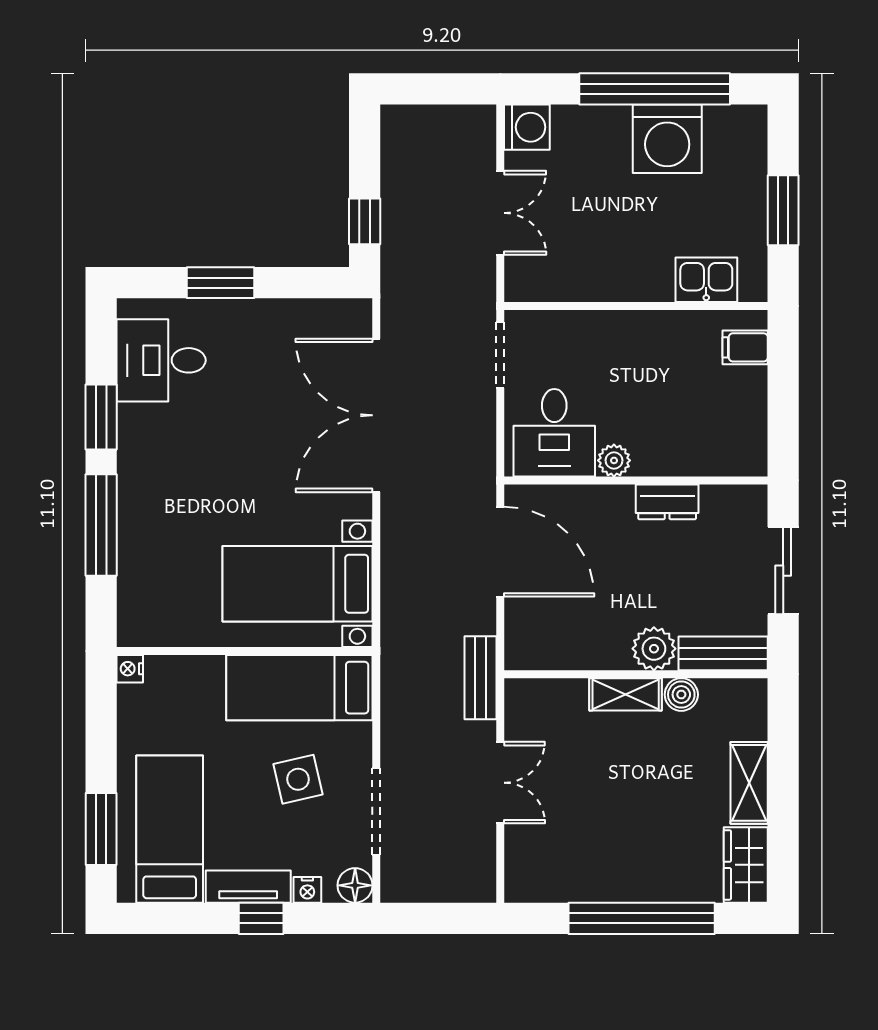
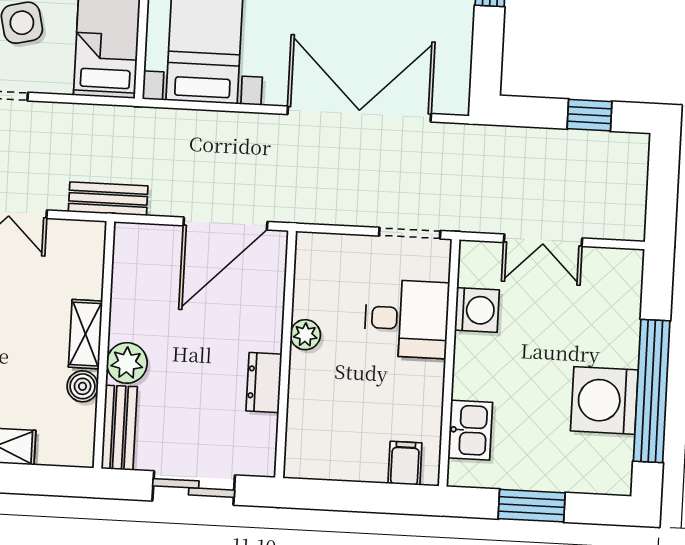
washing machine: (527, 127) -> (477, 310), moved, turned -90
window: (365, 221) -> (590, 115), moved
desk: (554, 433) -> (407, 319), moved, turned 180

